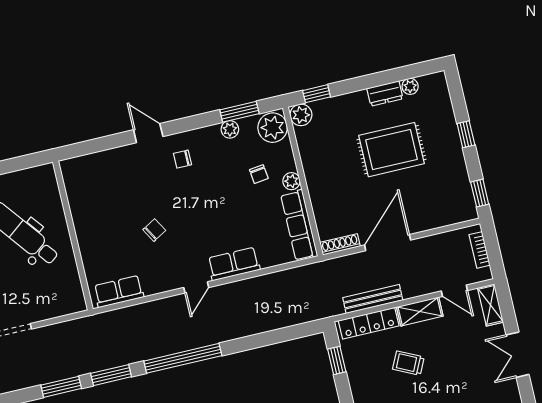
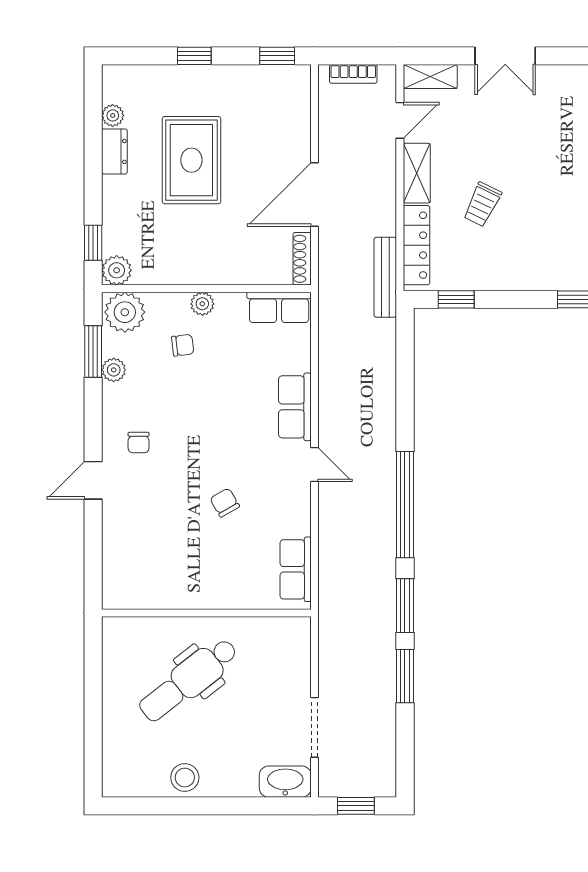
row of seats: (299, 225) -> (279, 307), width x0.68
door: (388, 243) -> (315, 195), hinge flipped
bench: (373, 299) -> (385, 277), moved

